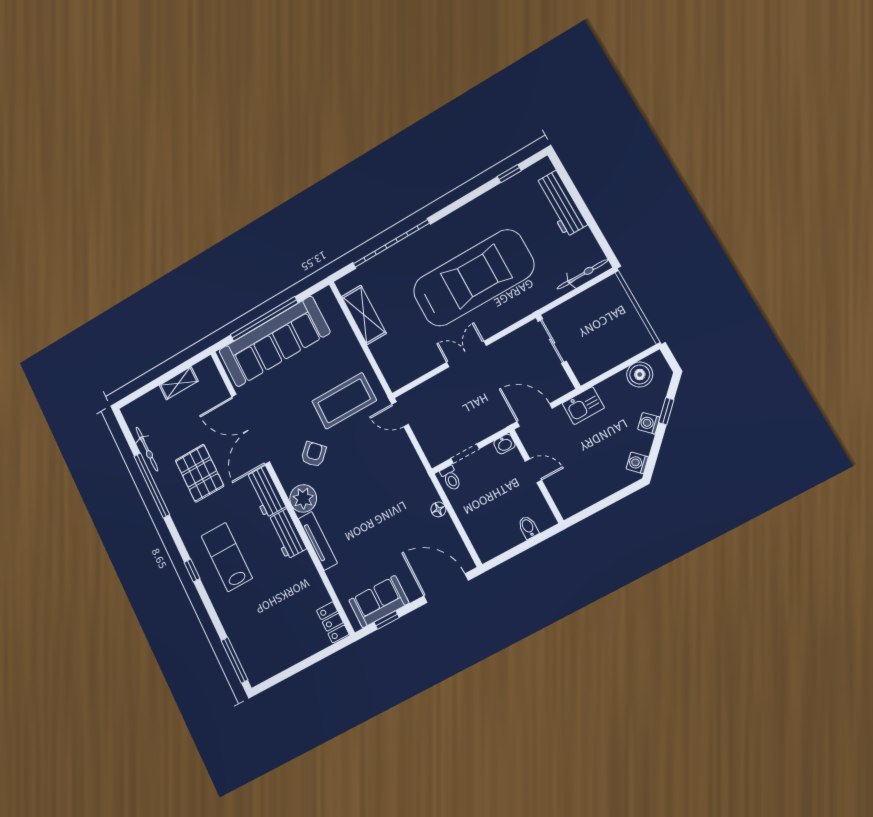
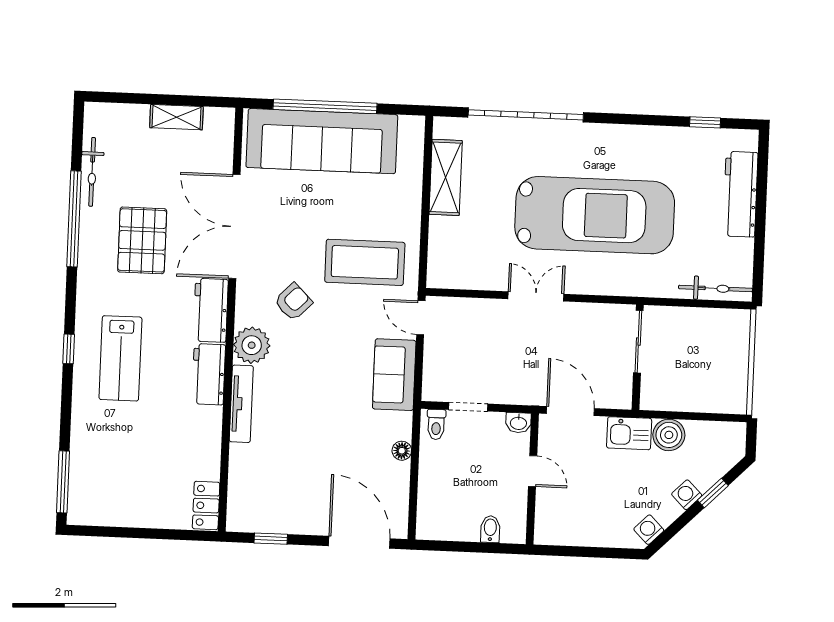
boiler: (640, 374) -> (669, 435), moved
lab bench: (227, 557) -> (120, 358), turned 180
sofa: (379, 602) -> (394, 375), moved, turned -90

